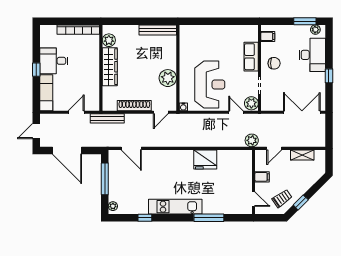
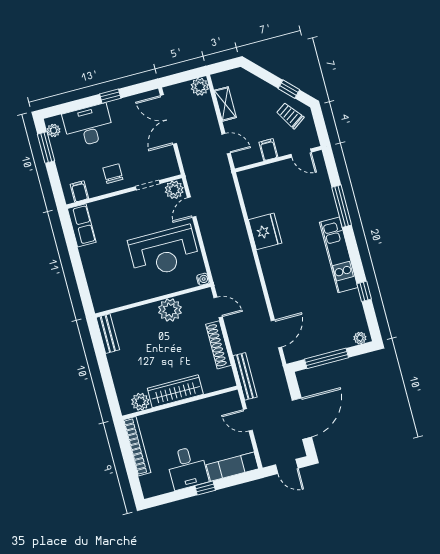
bench: (158, 30) -> (108, 334), width x0.73
row of seats: (251, 57) -> (82, 225), moved, turned -90
reception desk: (210, 84) -> (164, 252), turned 180
plant: (252, 140) -> (200, 87), moved
door: (254, 199) -> (301, 153), swing flipped

